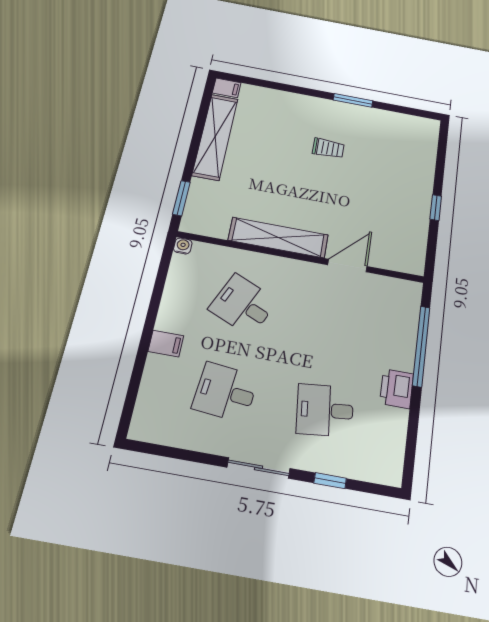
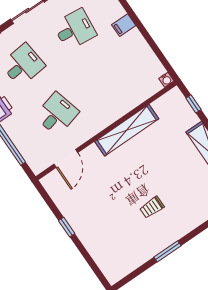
window: (181, 198) -> (193, 104), width x0.67
door: (347, 266) -> (66, 158), moved
desk: (243, 305) -> (57, 114), moved, turned -39

